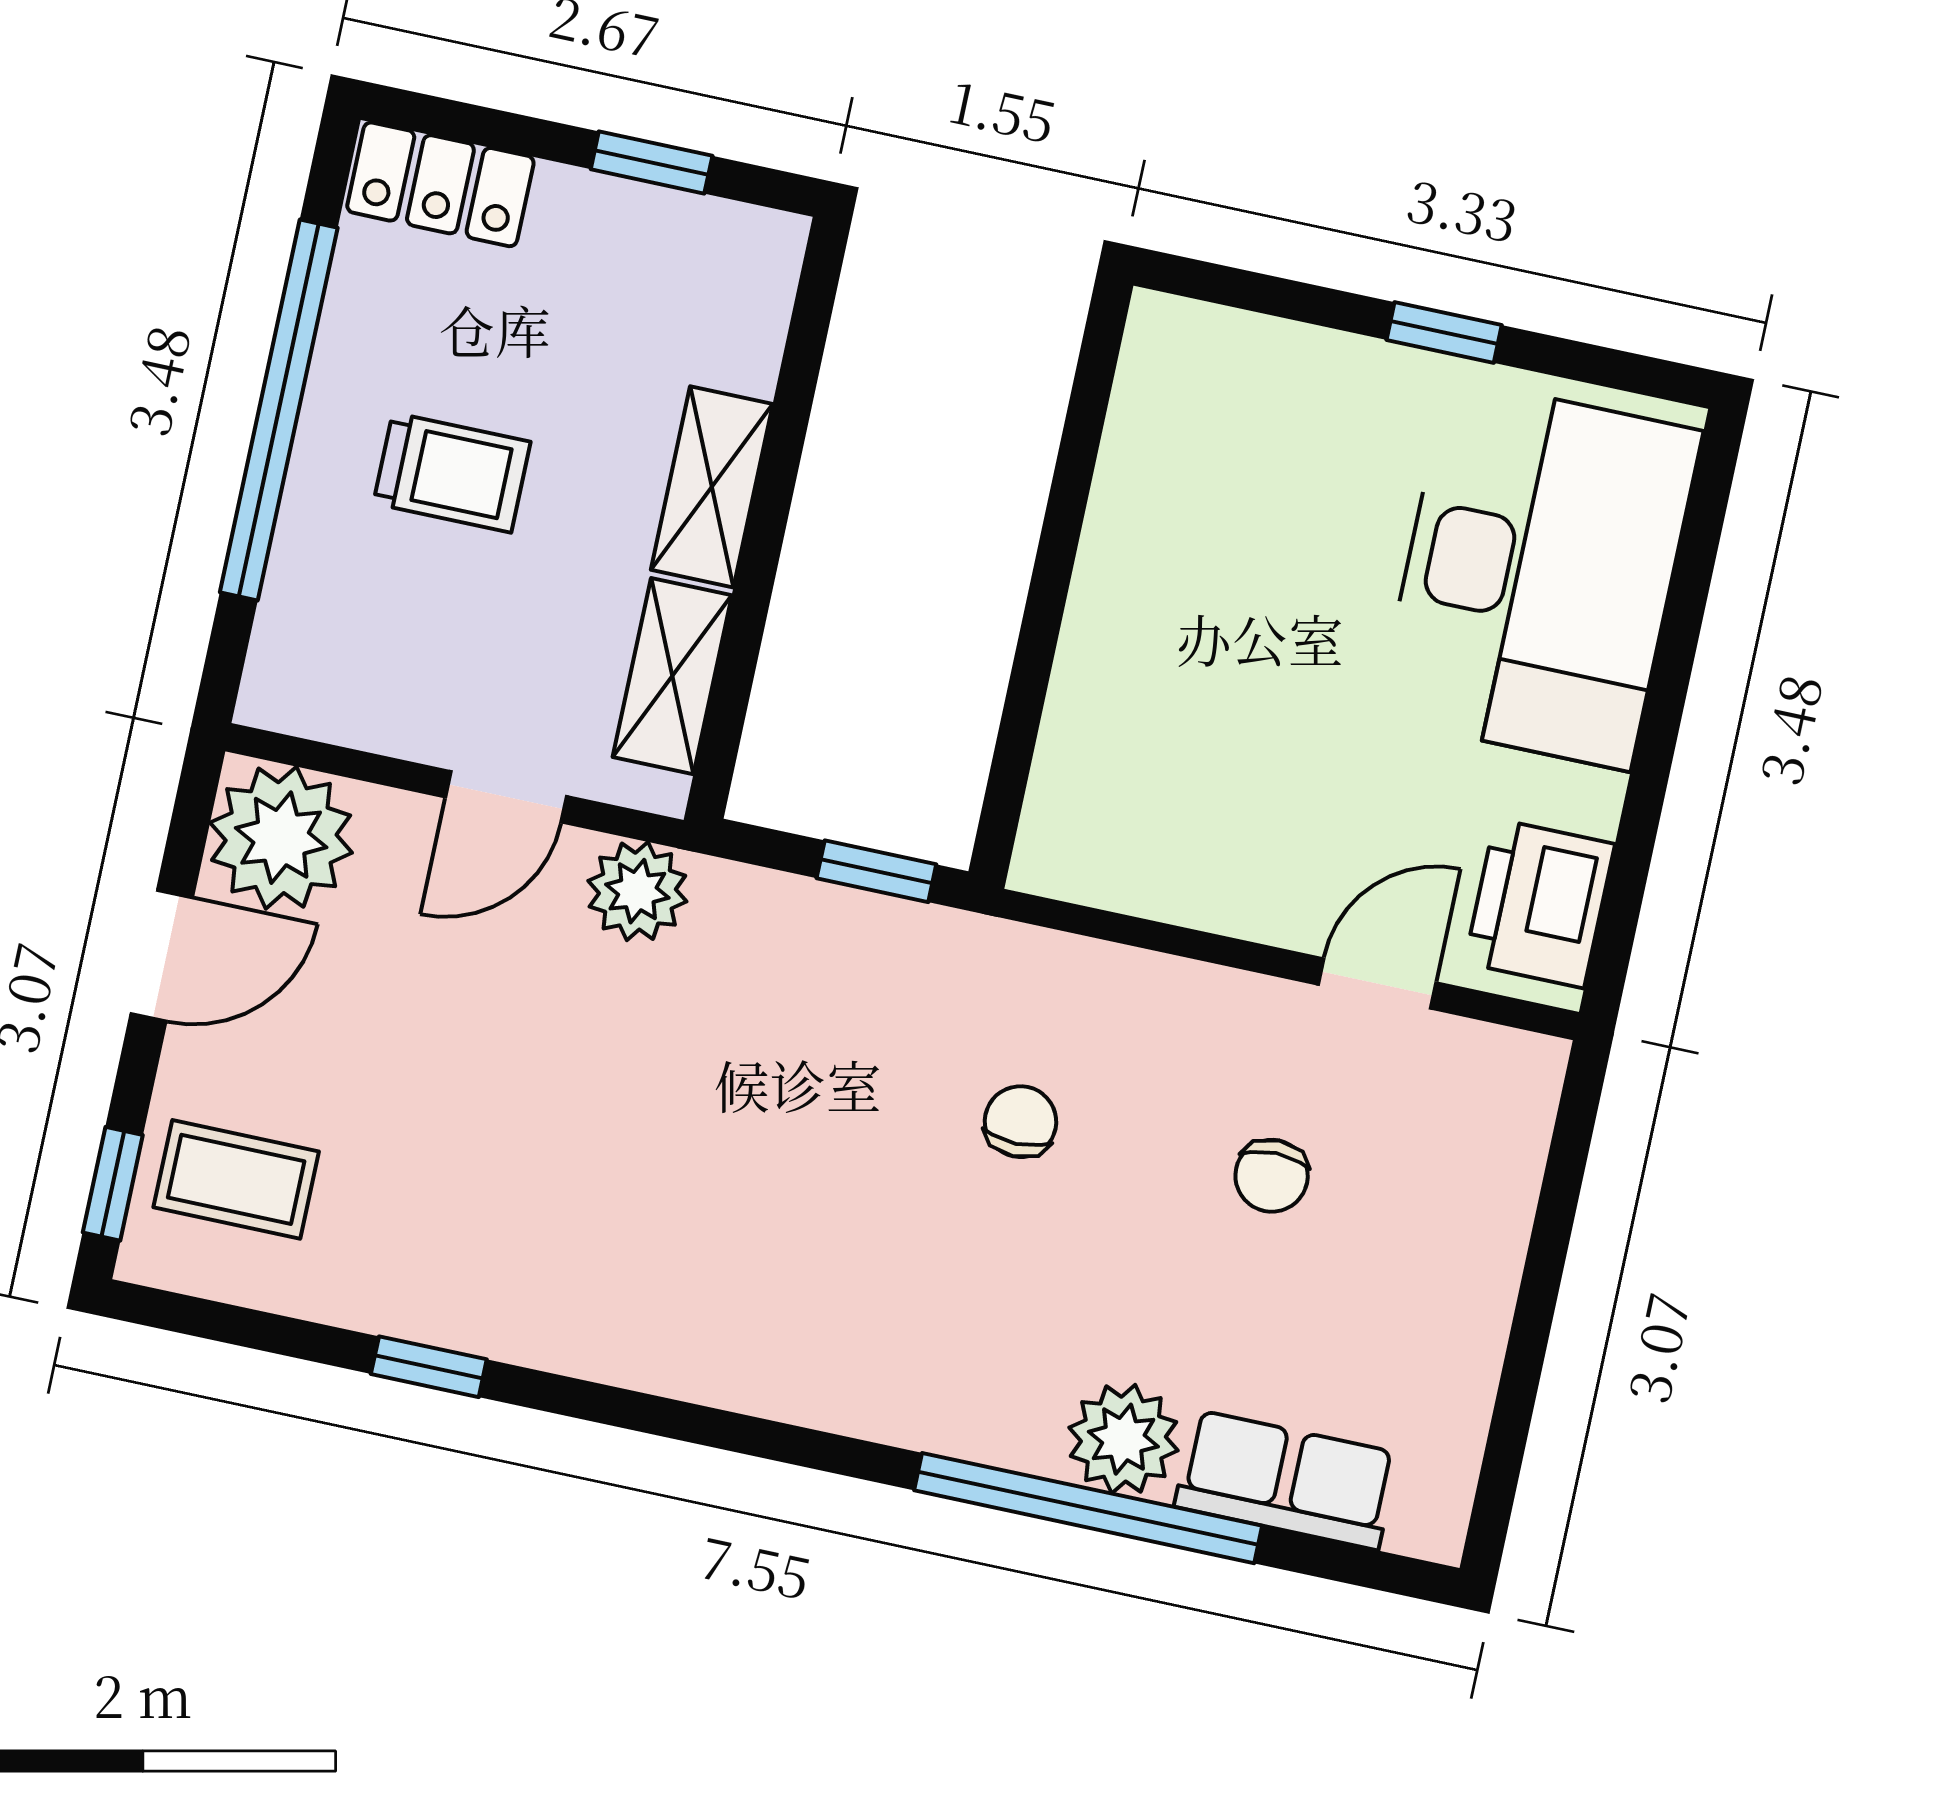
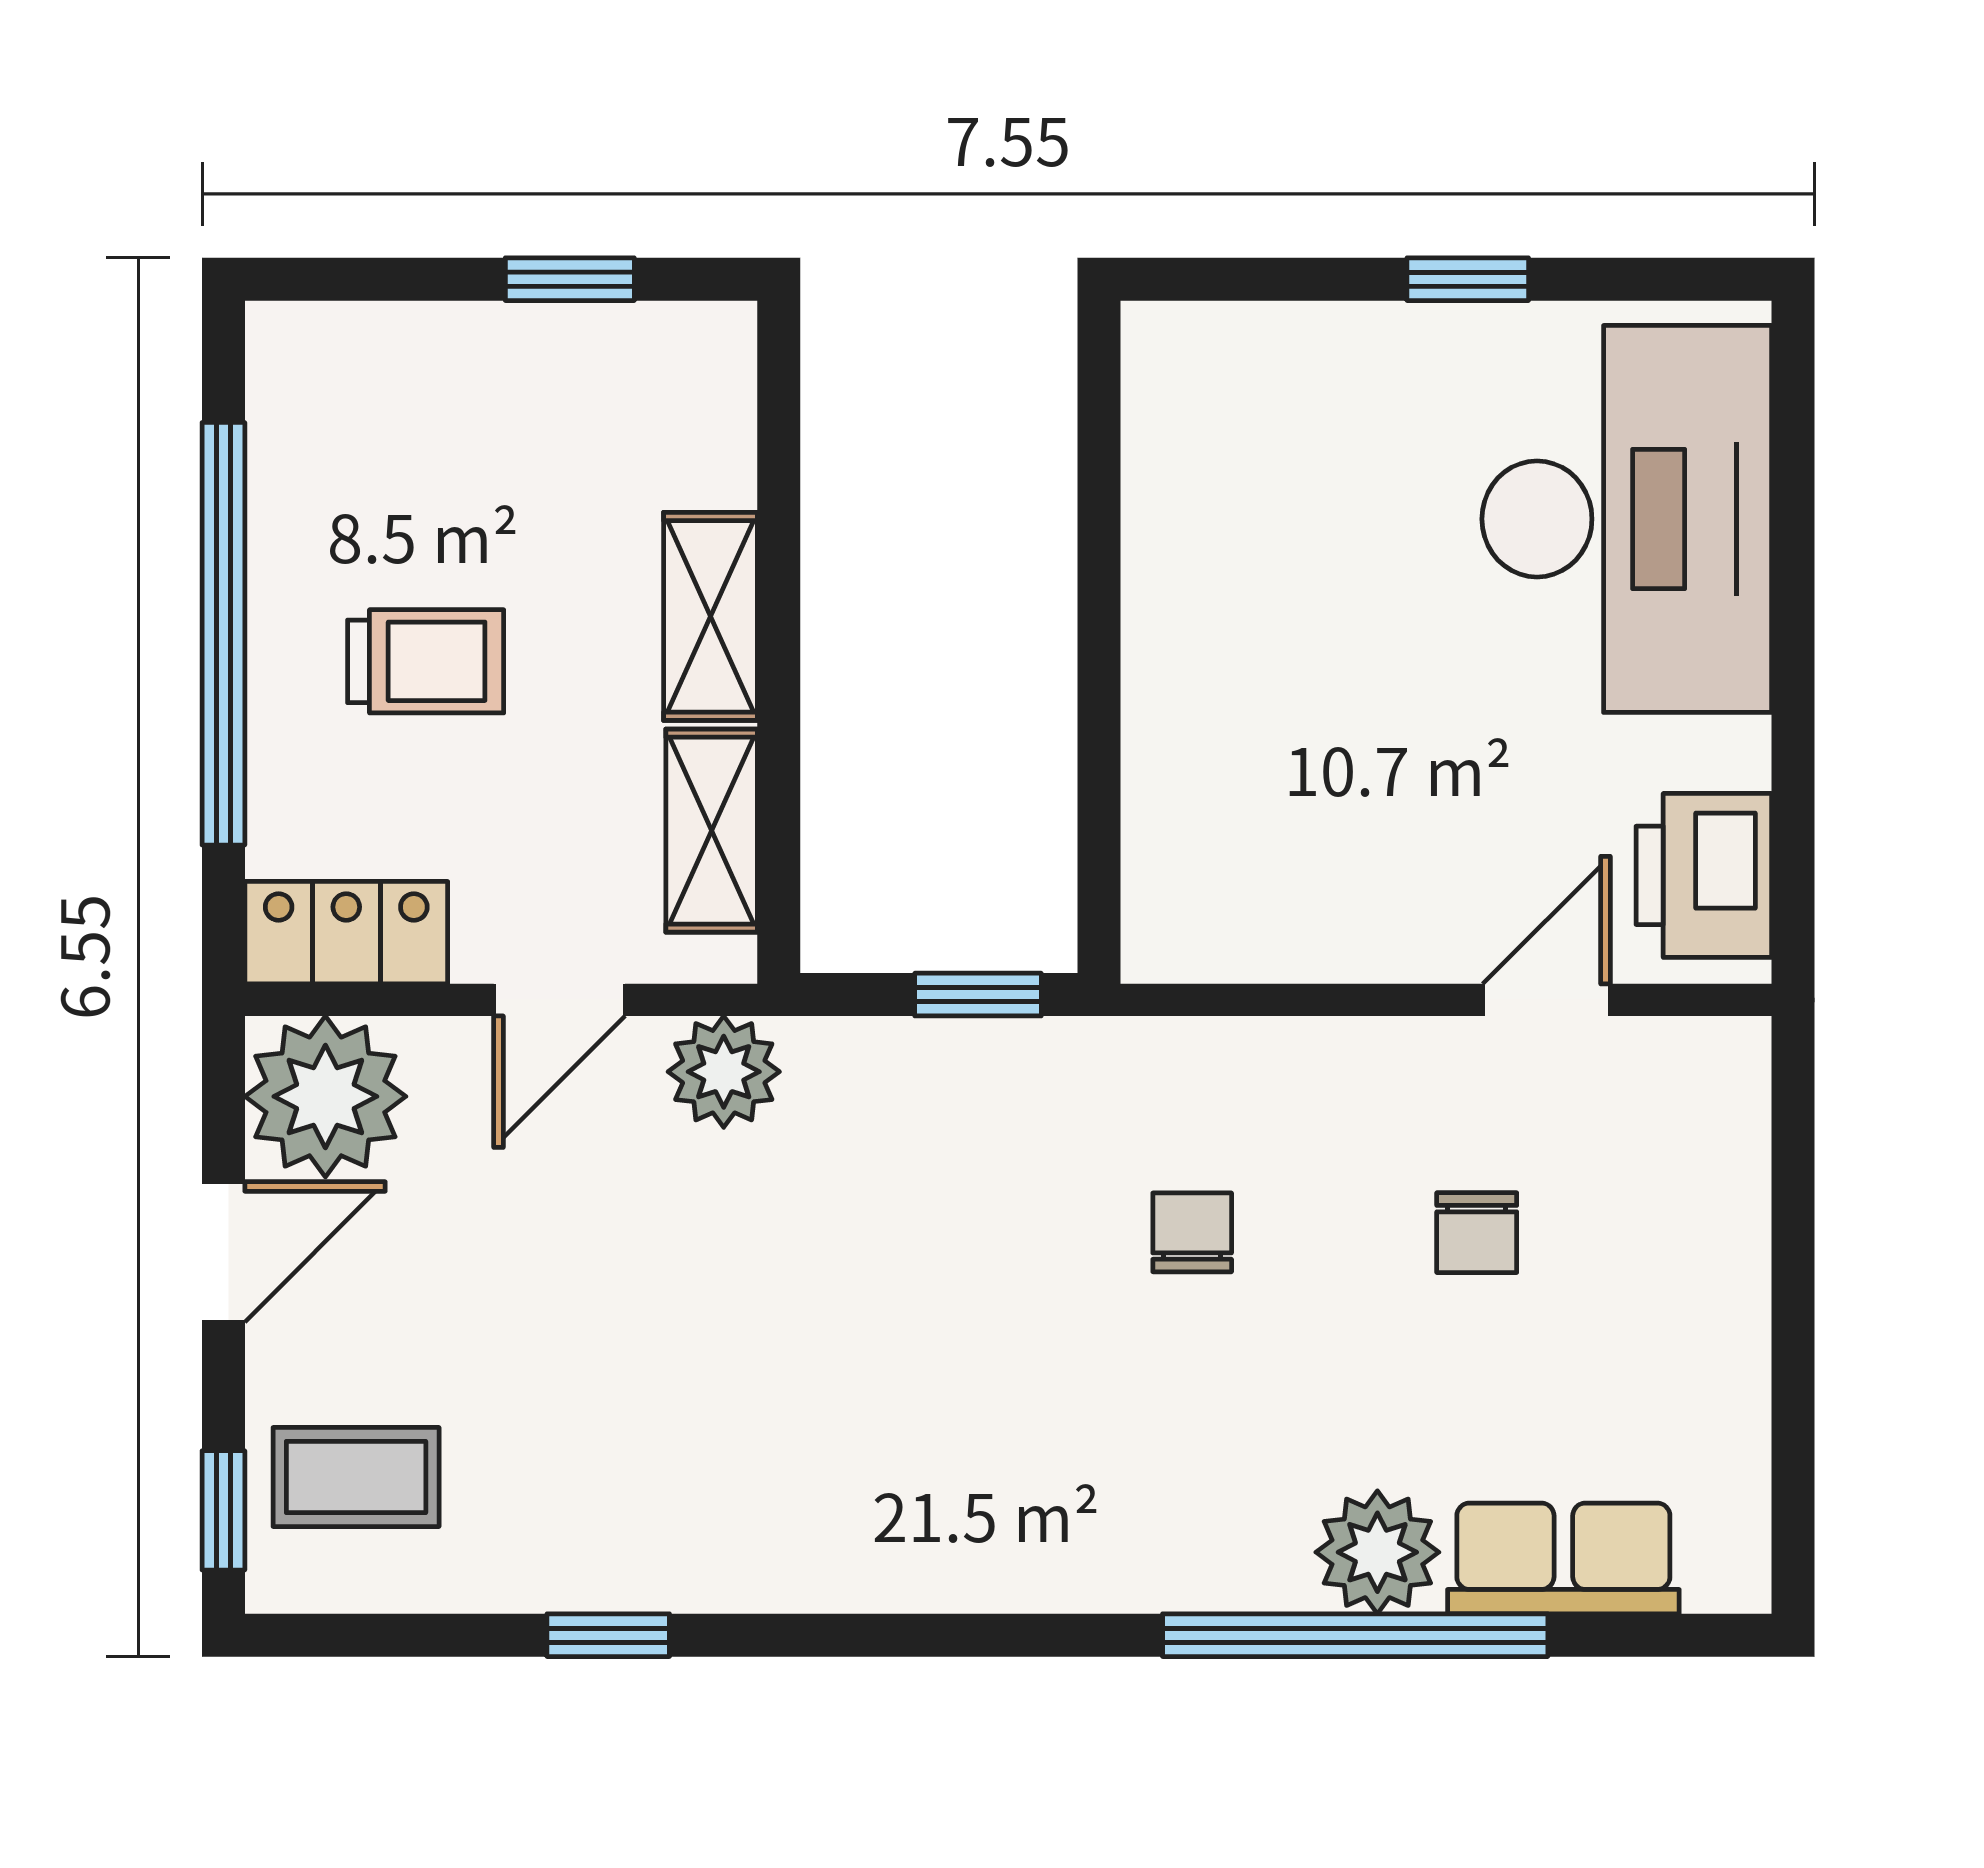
locker: (440, 184) -> (346, 933), moved, turned 180

